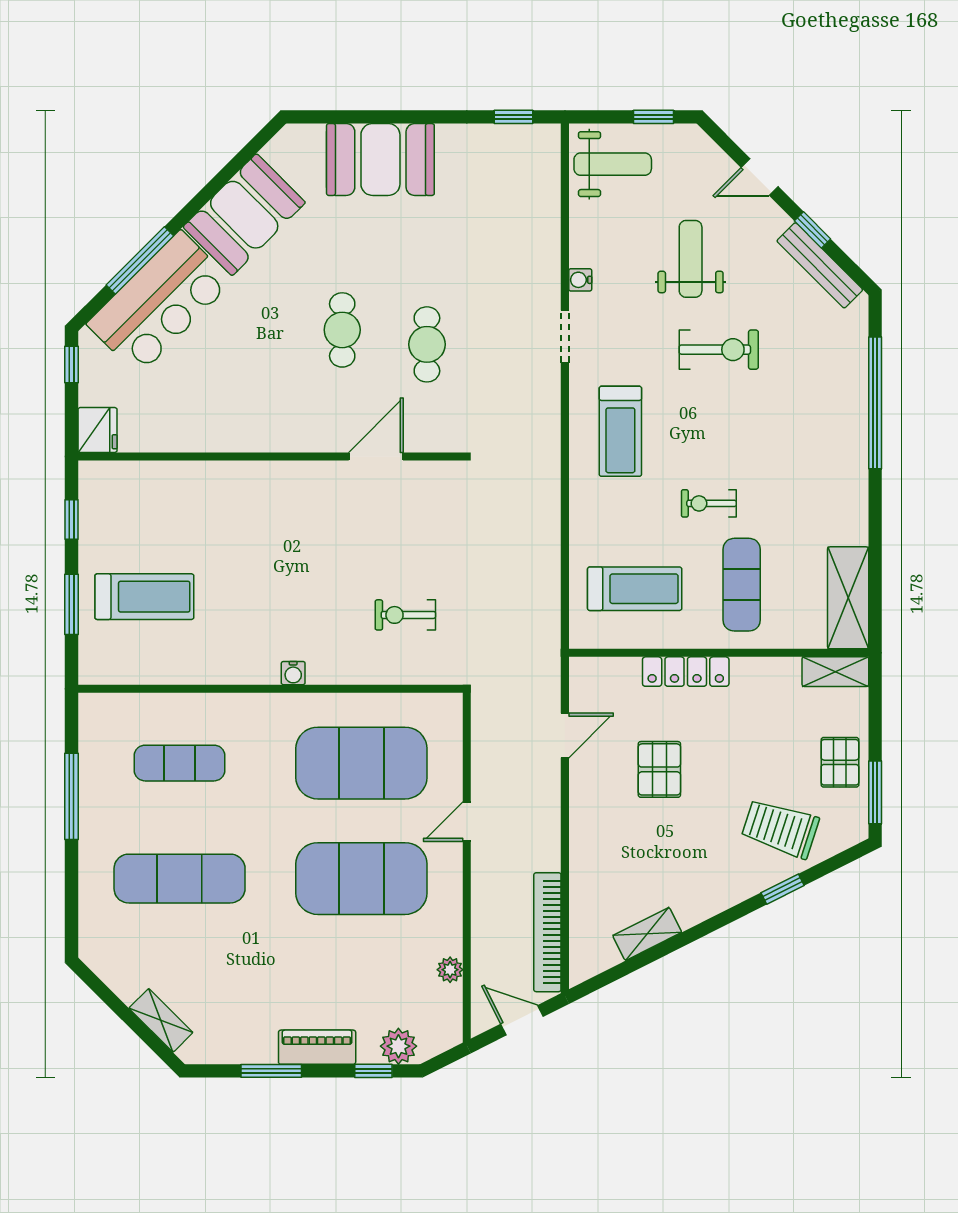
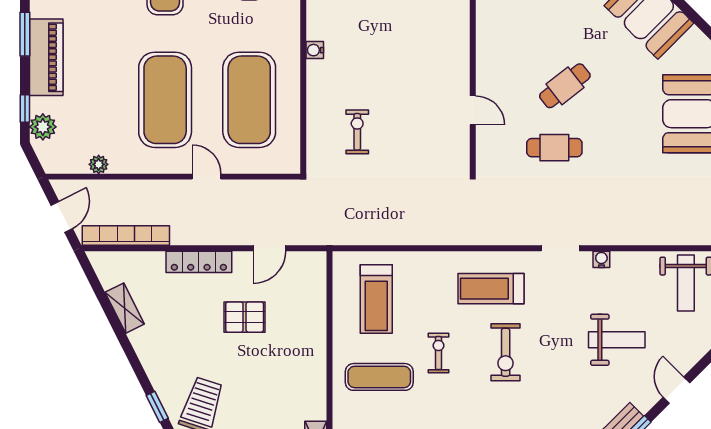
cafe table: (342, 330) -> (565, 86), turned -38
exercise bike: (719, 350) -> (506, 352), moved
door: (376, 456) -> (473, 110), width x0.73
locker: (686, 672) -> (199, 262), moved, turned -90
door: (565, 735) -> (269, 248), hinge flipped
piano: (317, 1047) -> (46, 57), width x1.37, depth x1.33

